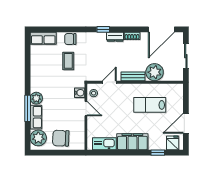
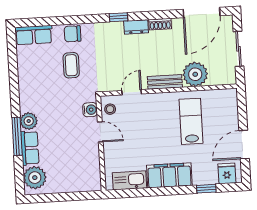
lab bench: (150, 105) -> (191, 121), turned 90
chair: (61, 138) -> (67, 176), removed

